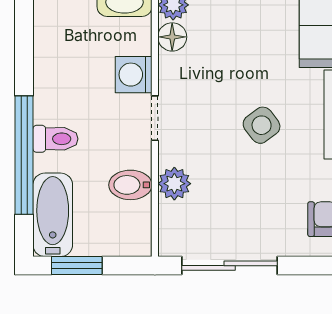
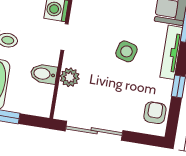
side table: (262, 125) -> (126, 51), turned -38

